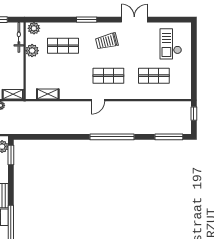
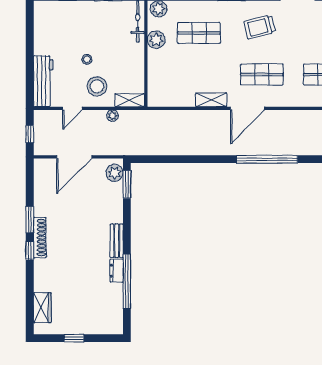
shelving: (48, 94) -> (211, 100), moved
door: (98, 100) -> (247, 108), width x1.88

